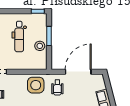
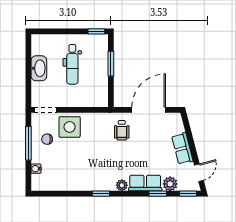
stool: (40, 46) -> (99, 76), removed
side table: (36, 85) -> (70, 127), moved

